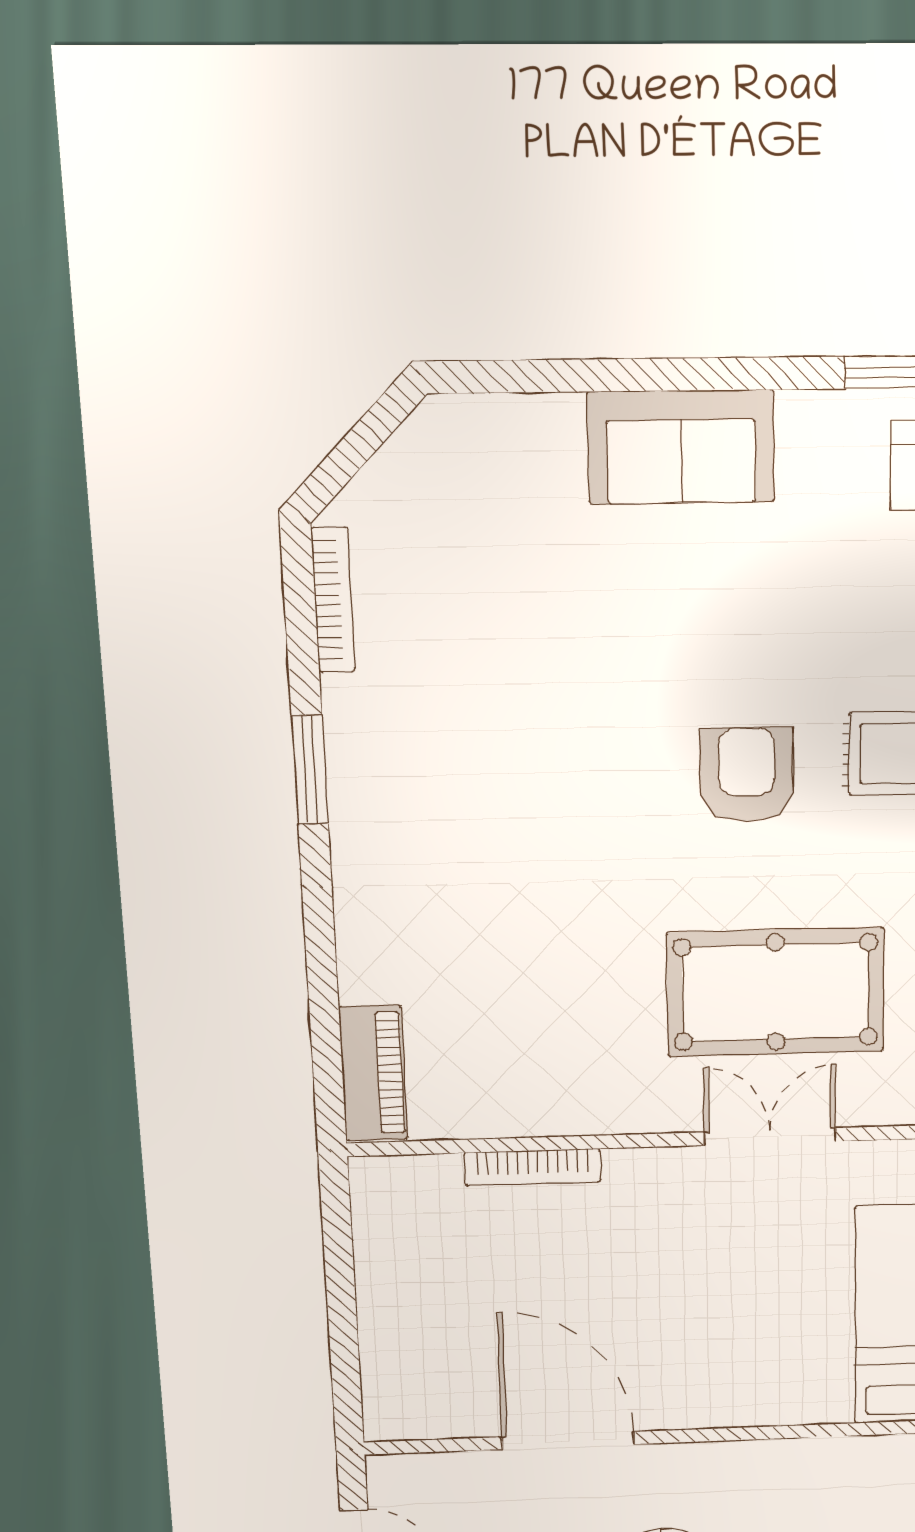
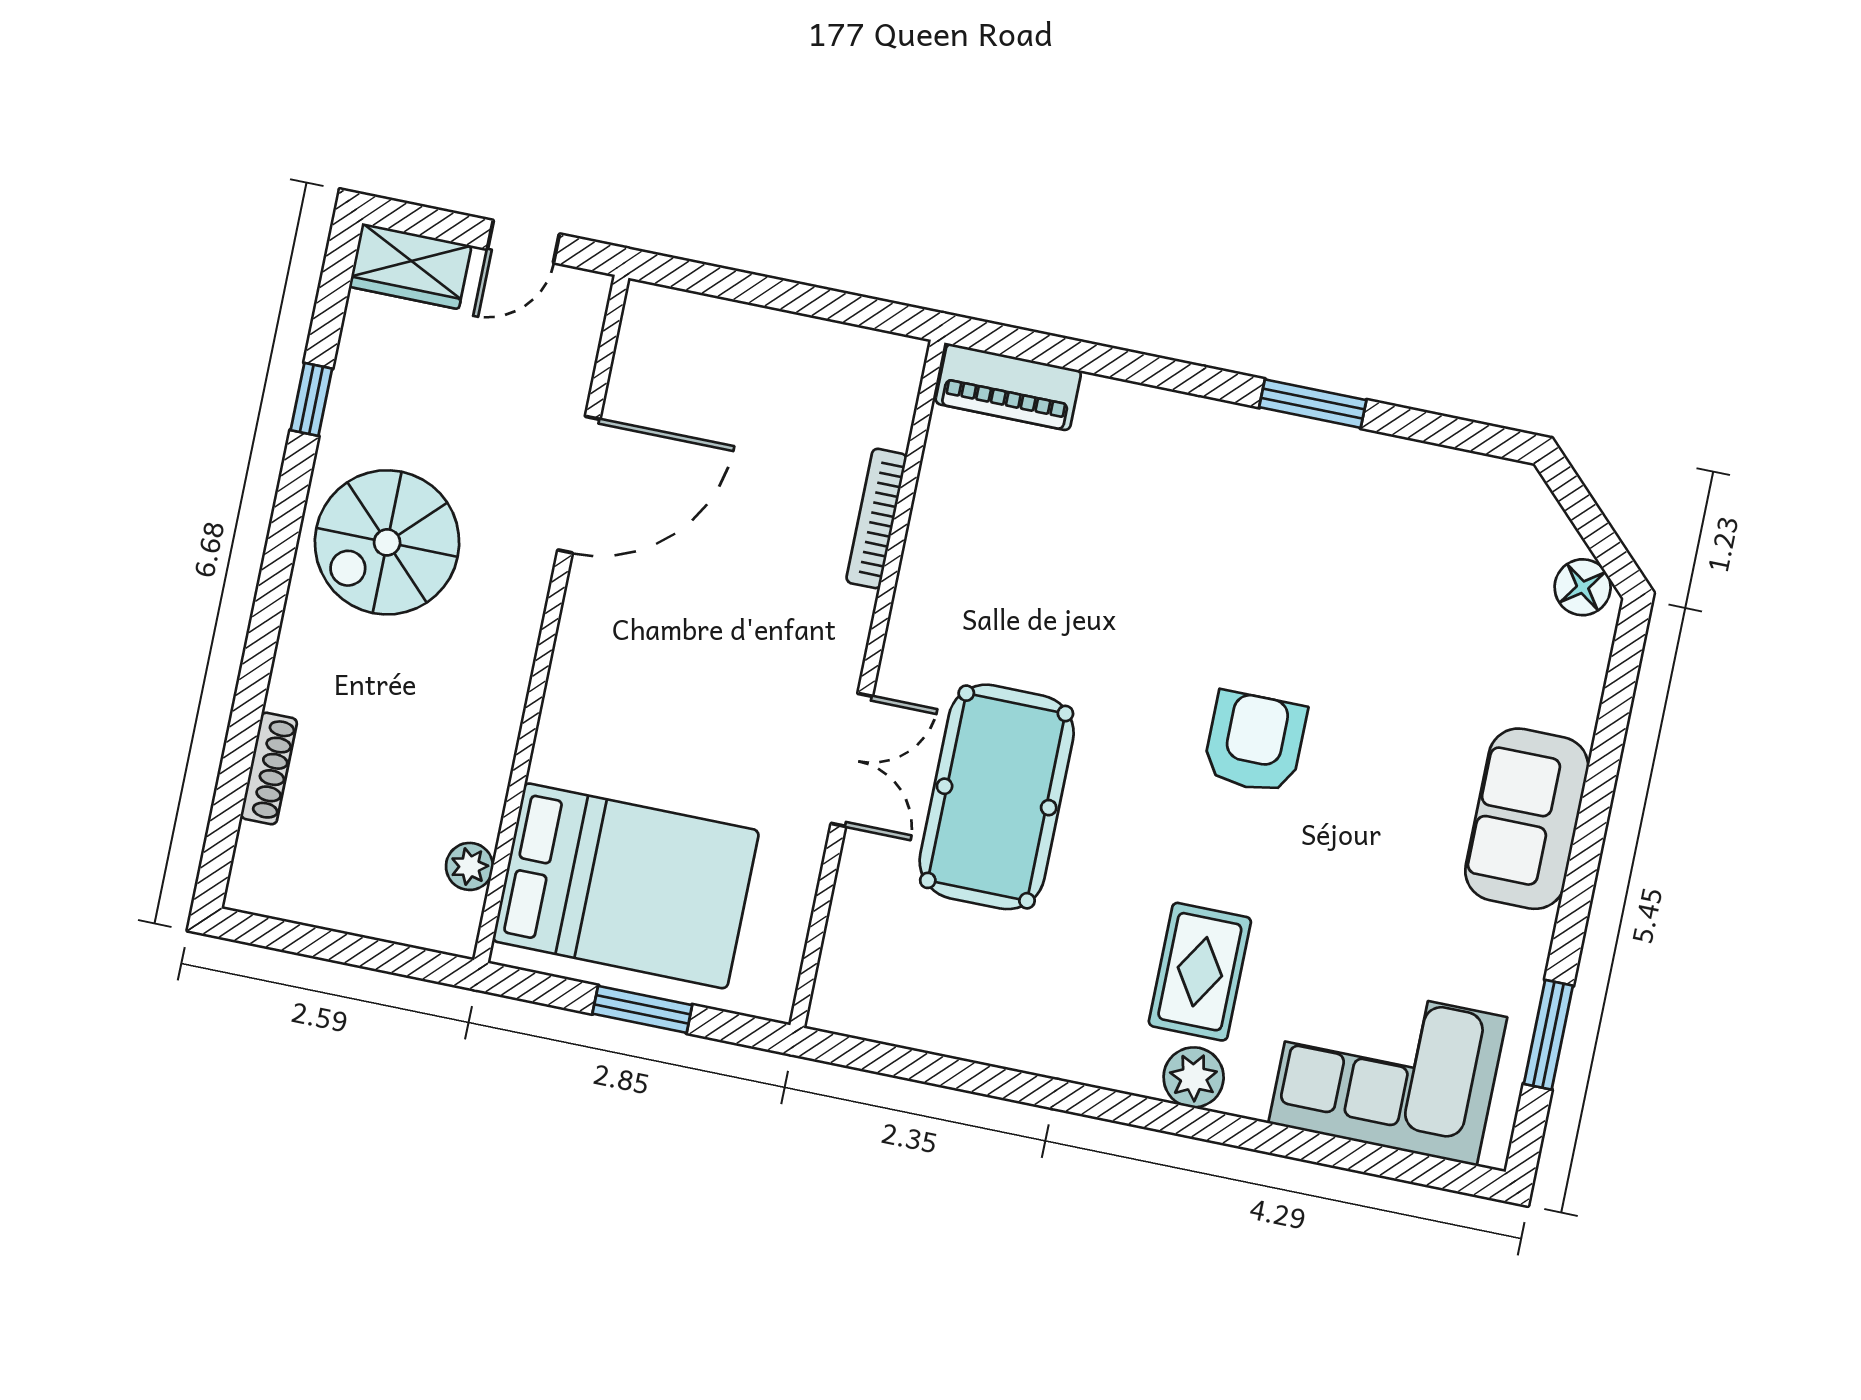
floor lamp: (426, 441) -> (1583, 587), added
bookcase: (333, 600) -> (1462, 466), removed
armchair: (747, 775) -> (1255, 742), moved, turned -90

